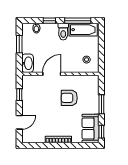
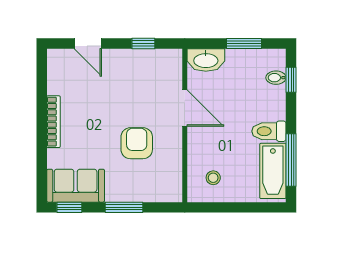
window: (49, 21) -> (291, 80), moved

